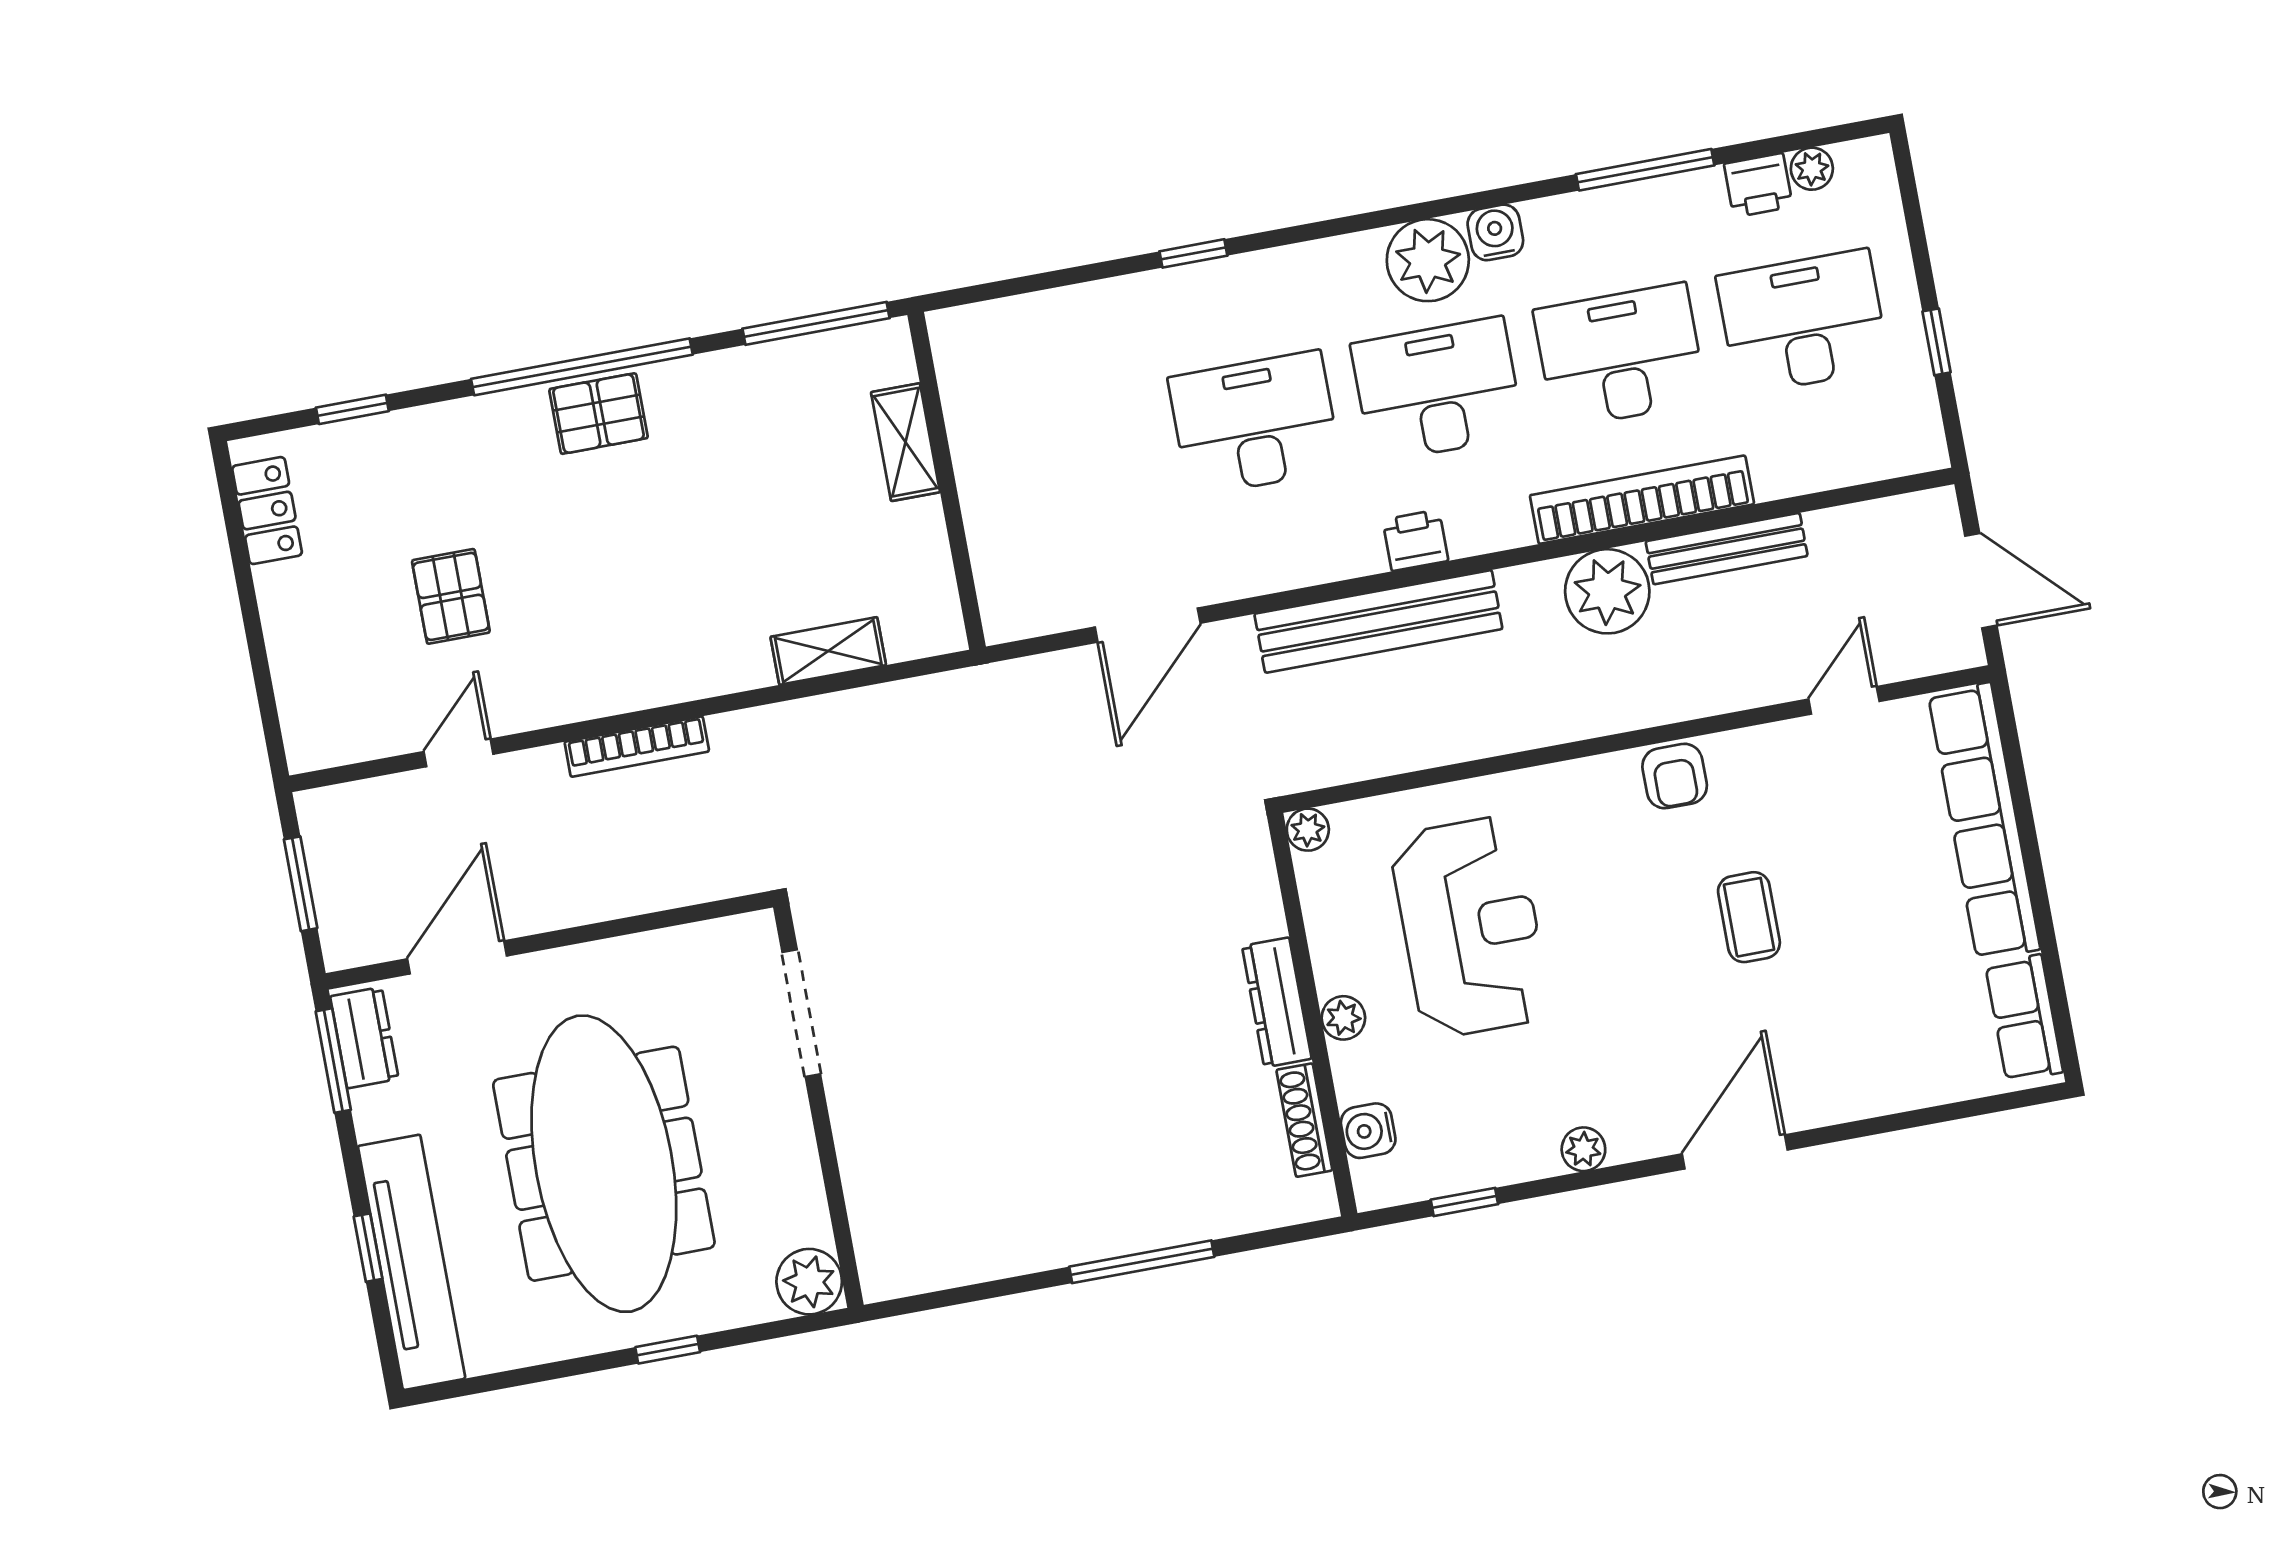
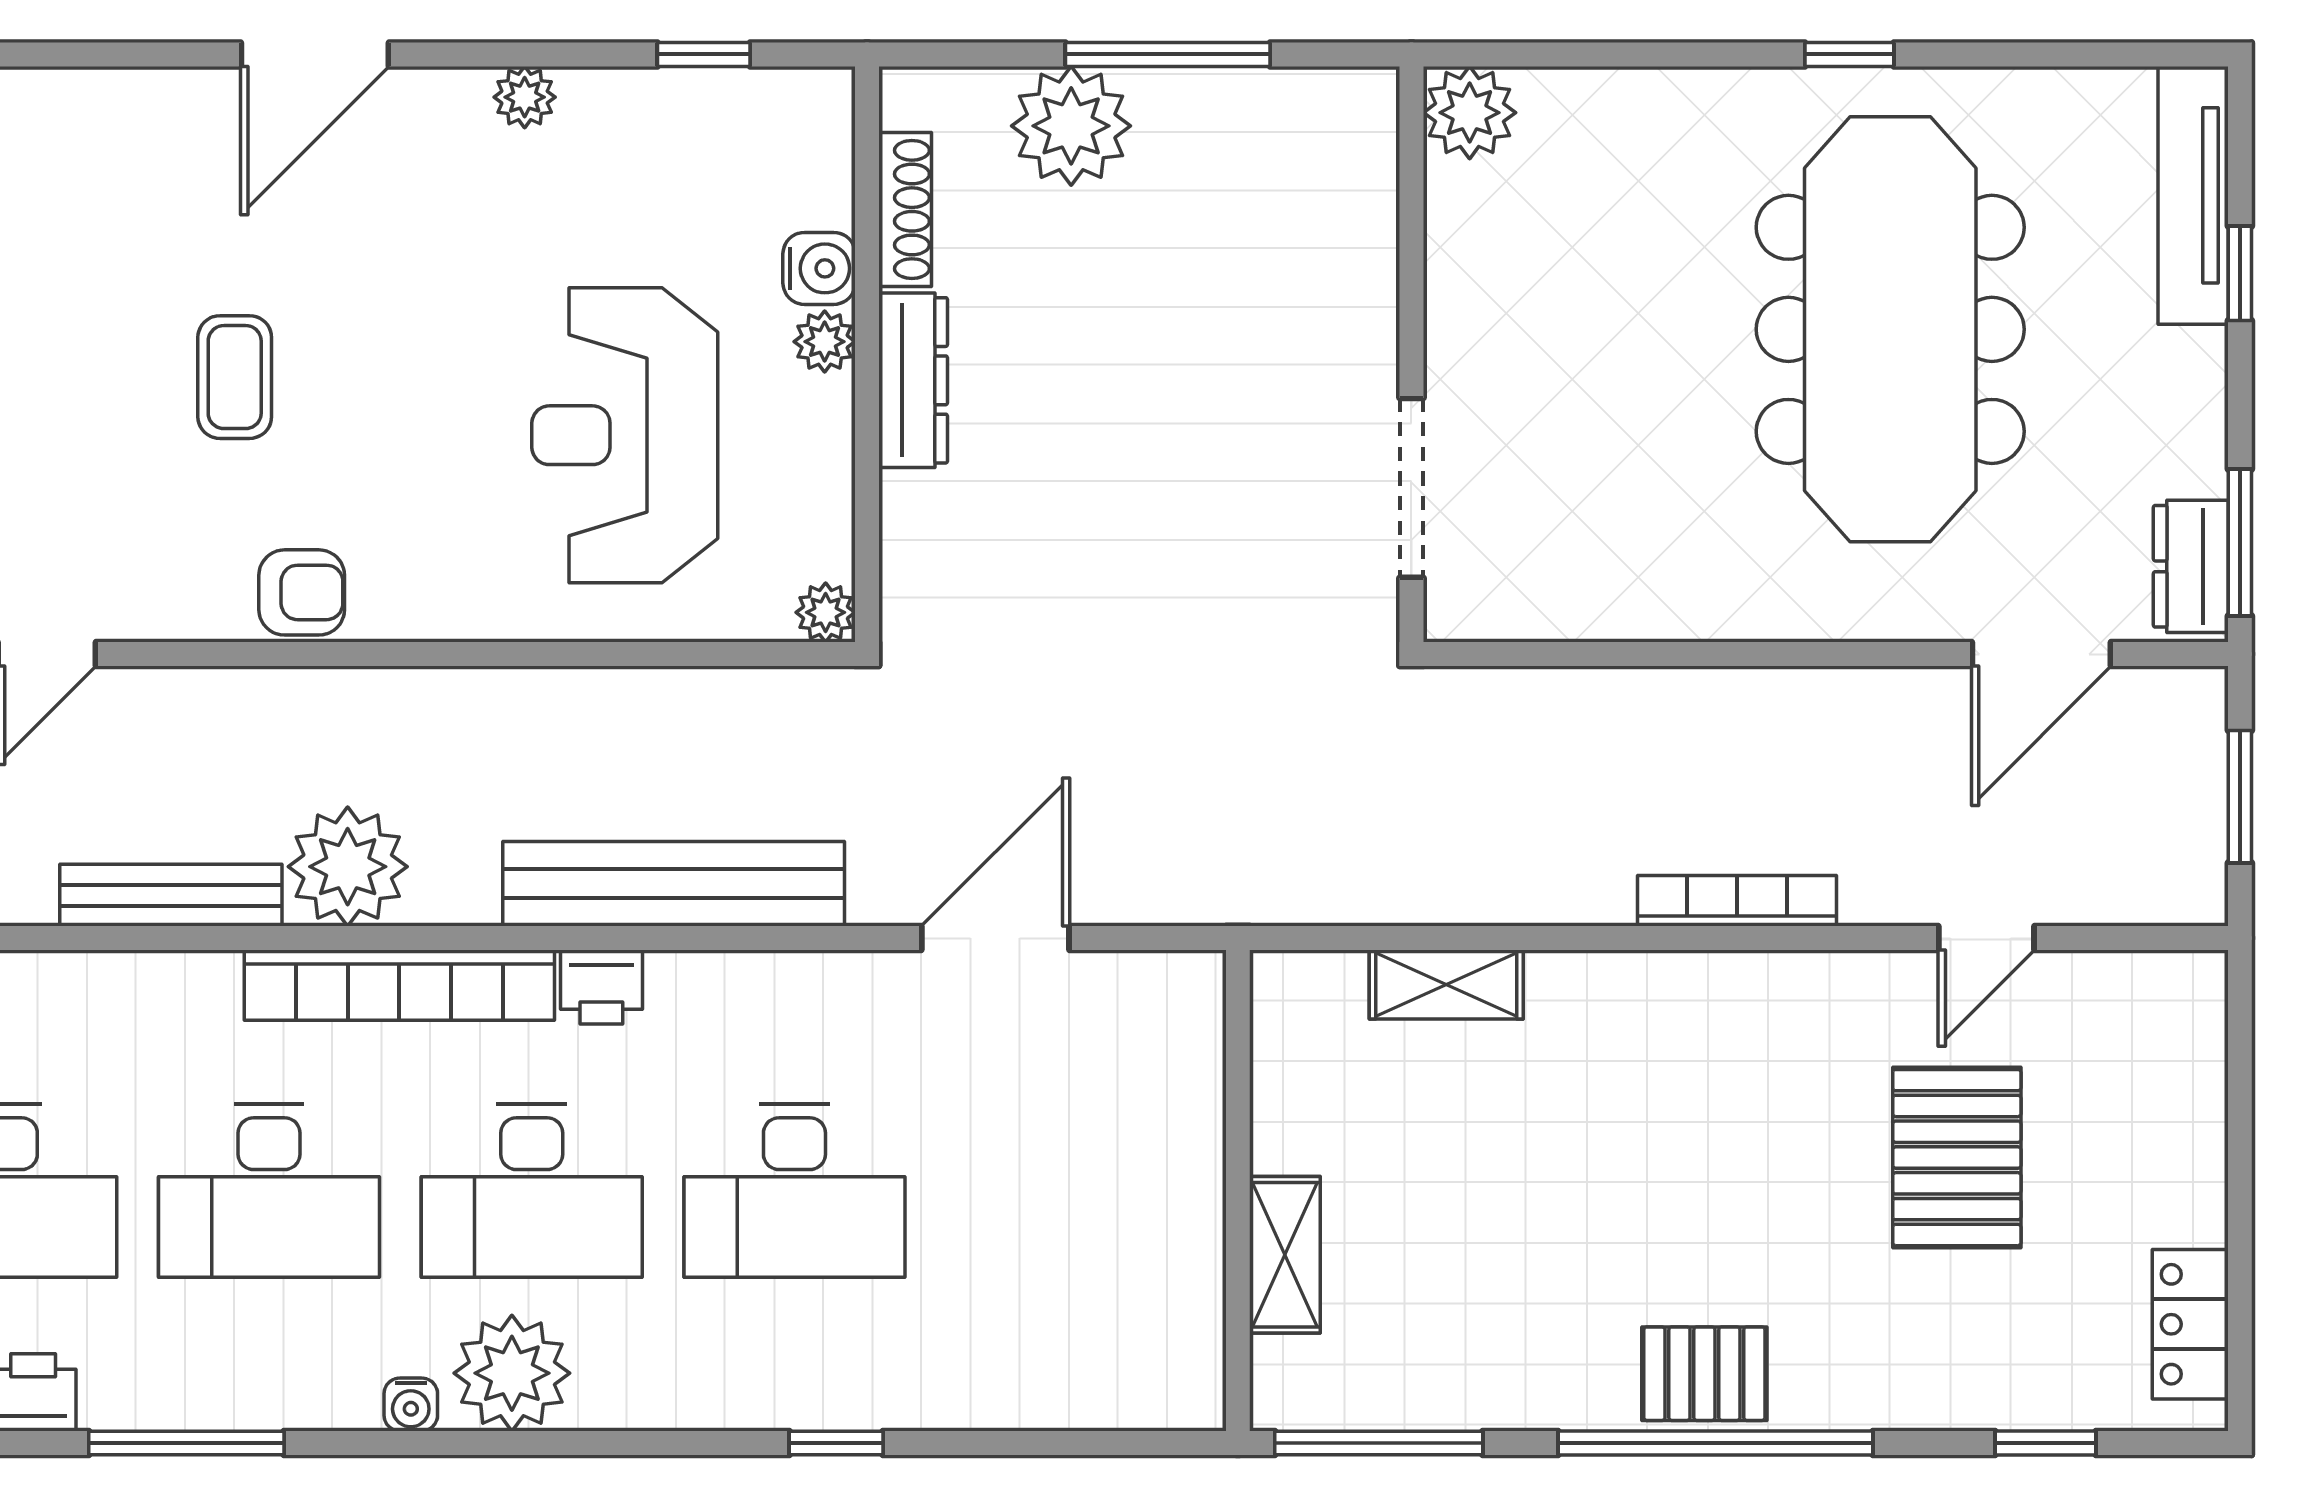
water cooler: (1495, 232) -> (411, 1405), width x0.72, depth x0.72
bookcase: (1642, 500) -> (399, 985), moved
pallet: (451, 596) -> (1957, 1158), width x1.50, depth x1.42
armchair: (1675, 776) -> (302, 592), turned 90
doorway: (801, 1013) -> (1411, 488), moved
wall: (818, 1106) -> (1411, 354), moved
water cooler: (1368, 1131) -> (819, 268), moved
plant: (1200, 1200) -> (1071, 126), added
tv unit: (412, 1262) -> (2193, 195), width x0.73, depth x0.78
plant: (809, 1282) -> (1470, 113), moved

